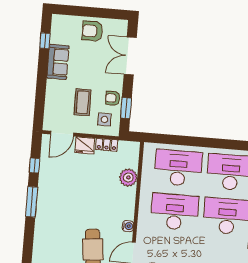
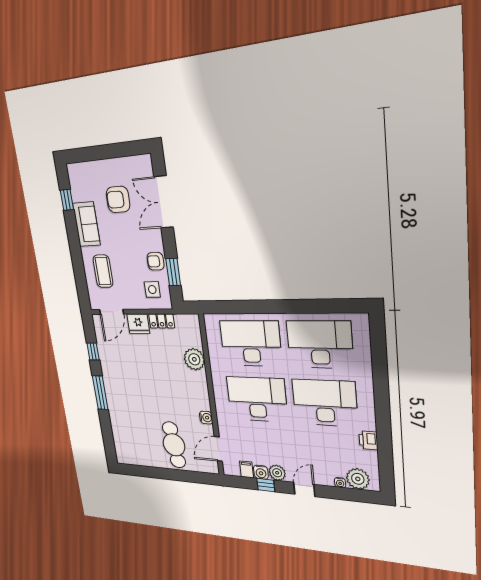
armchair: (92, 31) -> (118, 199), moved
coffee table: (83, 102) -> (103, 271), moved

